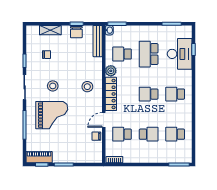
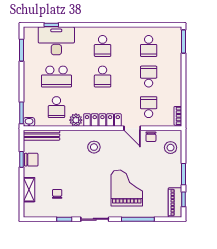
stool: (53, 86) -> (171, 148), moved
school desk: (122, 134) -> (149, 107), turned 180

